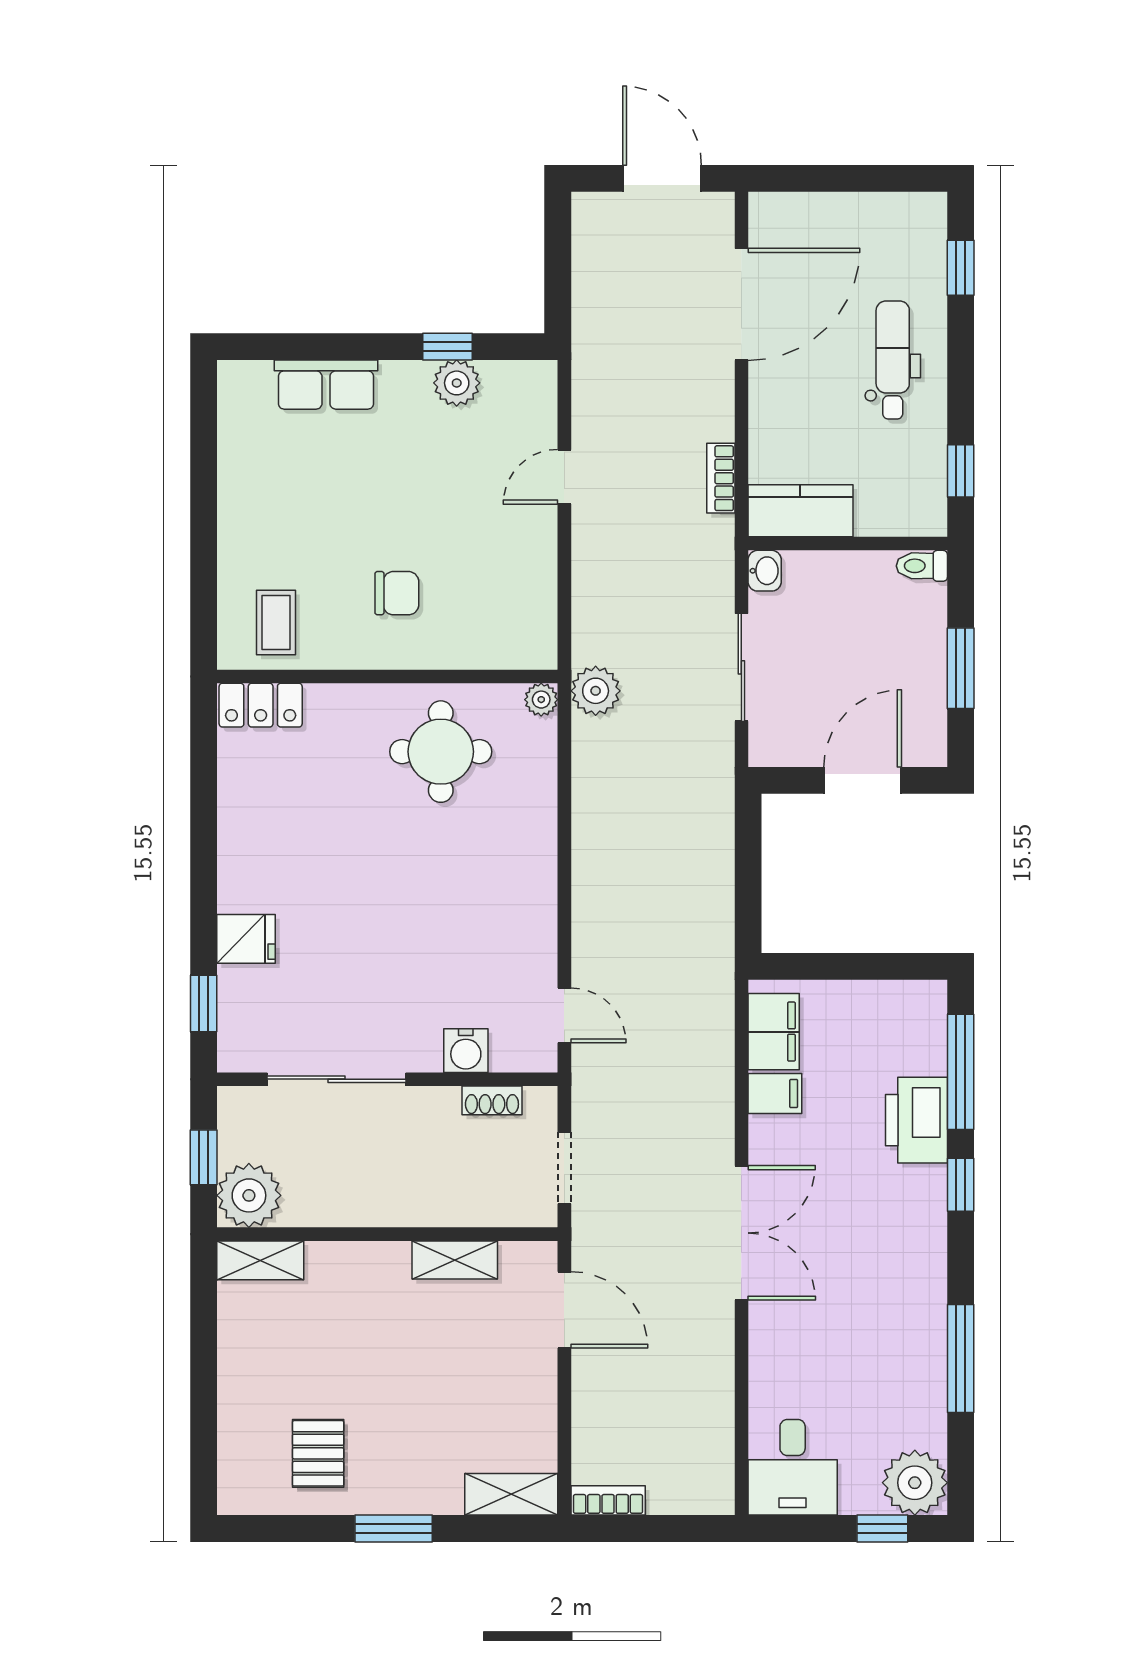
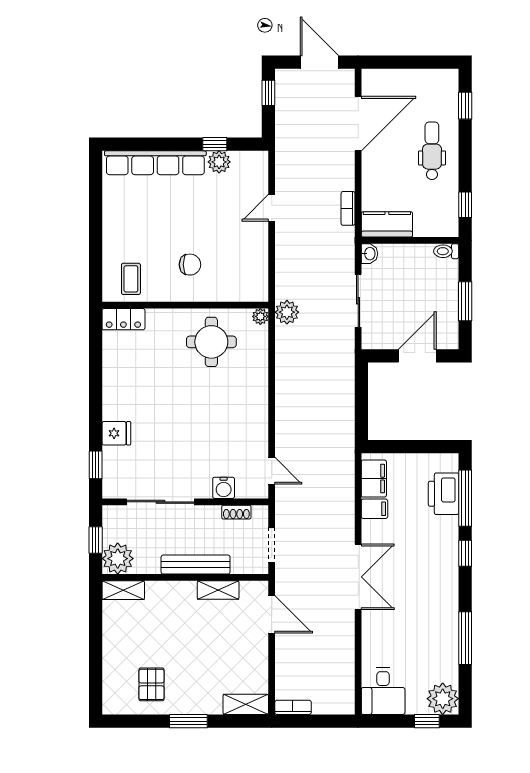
window: (558, 241) -> (268, 93), added
row of seats: (326, 385) -> (155, 163), width x2.02
printer: (916, 1120) -> (444, 494), moved
bench: (408, 1208) -> (196, 565), added

